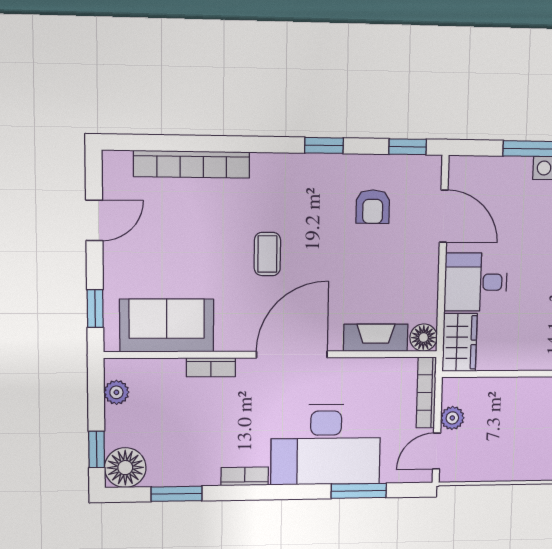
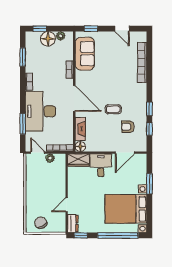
window: (408, 147) -> (149, 129), moved
coffee table: (267, 254) -> (113, 109), moved
floor lamp: (125, 468) -> (48, 39), moved

